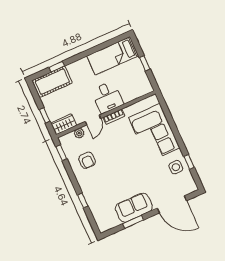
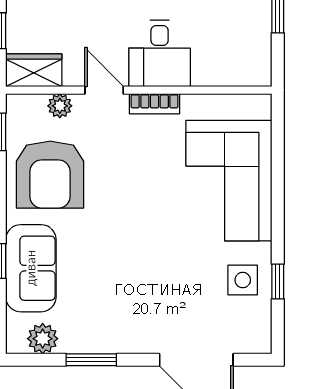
door: (93, 120) -> (104, 90), swing flipped
armchair: (87, 160) -> (50, 175), width x1.88, depth x1.88
sofa: (134, 208) -> (31, 268), moved, turned 90
plant: (112, 222) -> (43, 339), added

